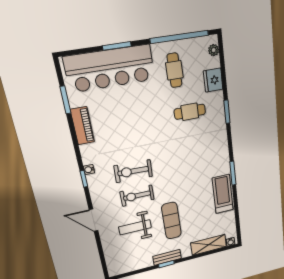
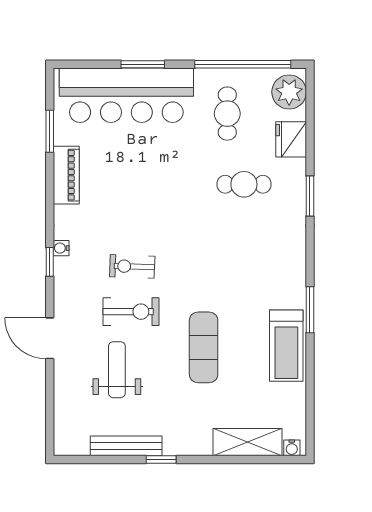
plant: (214, 50) -> (289, 92), width x1.88, depth x1.88
exercise bike: (133, 171) -> (132, 266), width x0.73, depth x0.72
treadmill: (223, 194) -> (286, 346), turned 180
exercise bike: (137, 196) -> (131, 312), turned 180
exercise mat: (171, 221) -> (204, 347), moved
weight bench: (135, 227) -> (117, 370), turned 90
bench: (167, 257) -> (126, 446), moved, width x1.36

